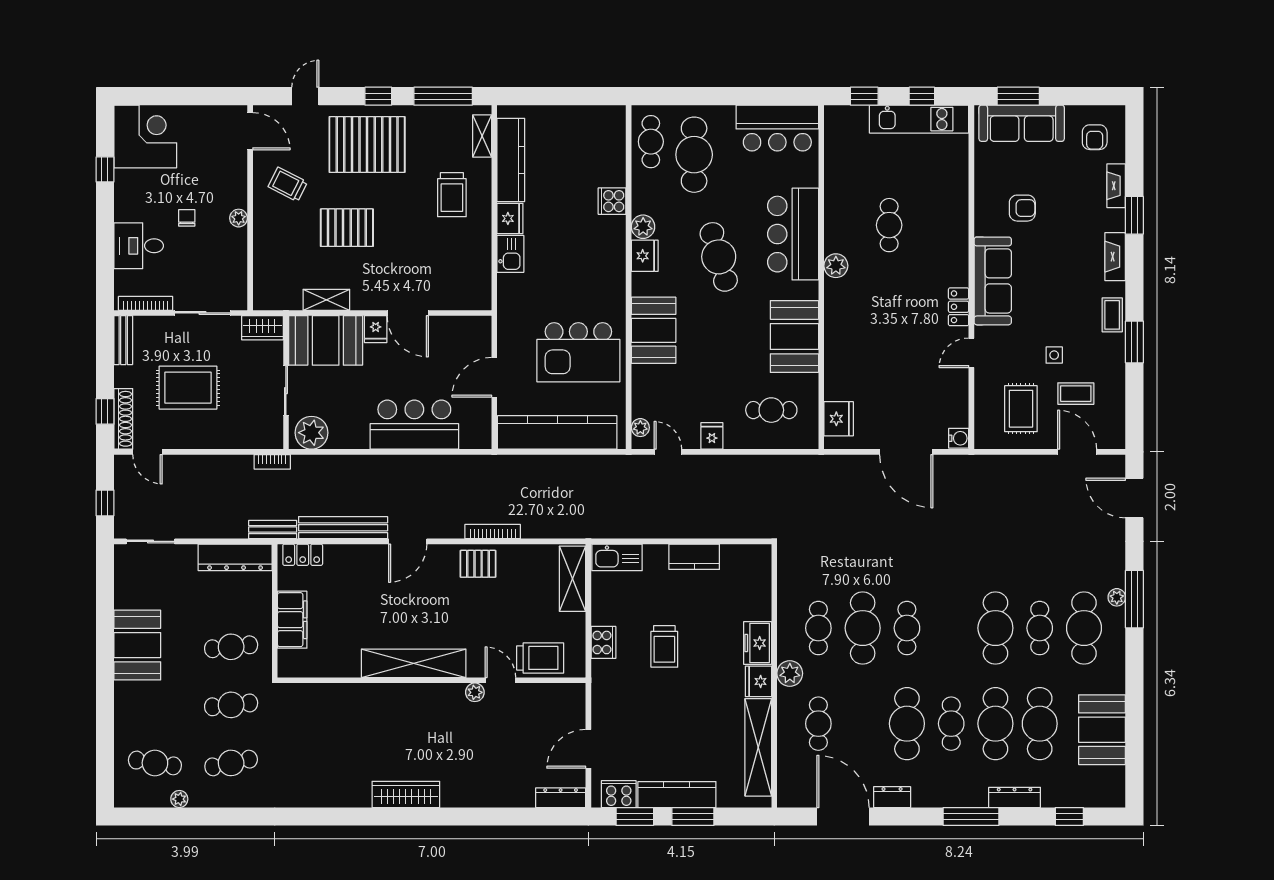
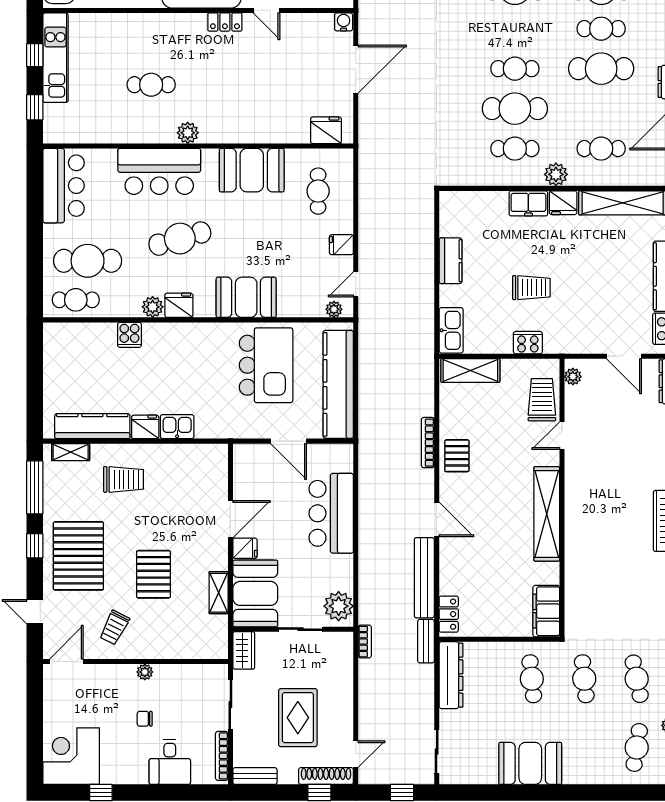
filing cabinet: (292, 620) -> (546, 611), moved, turned -90
plant: (475, 692) -> (573, 377), moved

